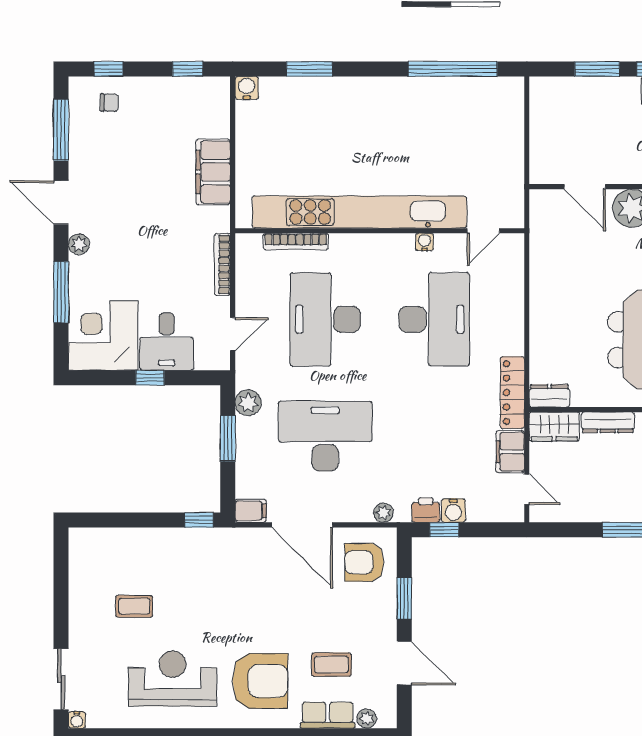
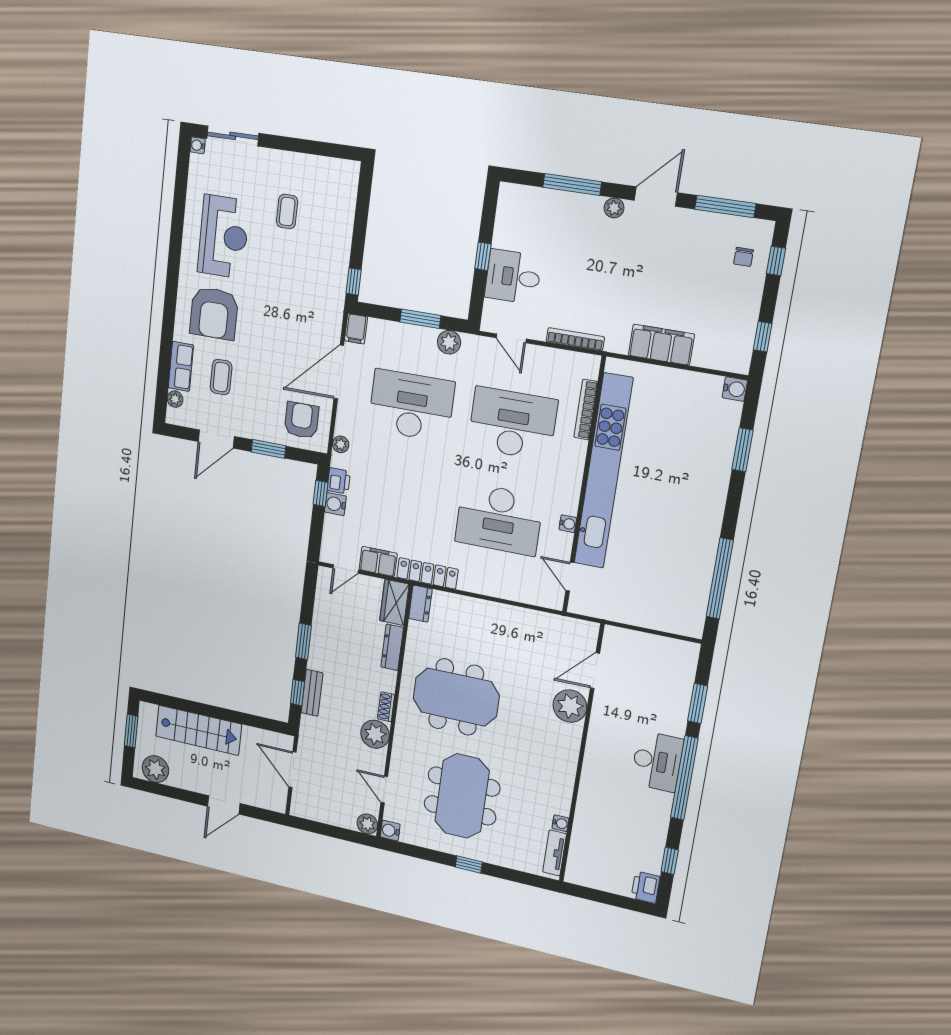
corner desk: (103, 336) -> (527, 219), removed
desk: (325, 436) -> (411, 406), turned -90

